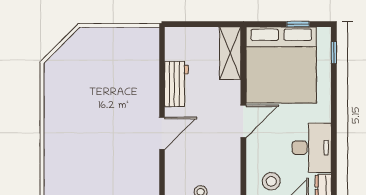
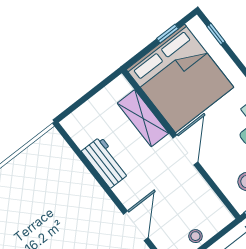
shelving: (230, 53) -> (143, 118), moved
door: (162, 133) -> (136, 226), moved

